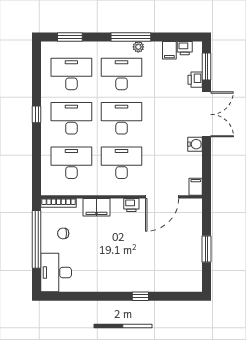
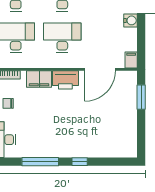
printer: (131, 205) -> (65, 80), width x1.87, depth x1.48
window: (207, 249) -> (141, 97), moved
window: (98, 296) -> (40, 162), added

